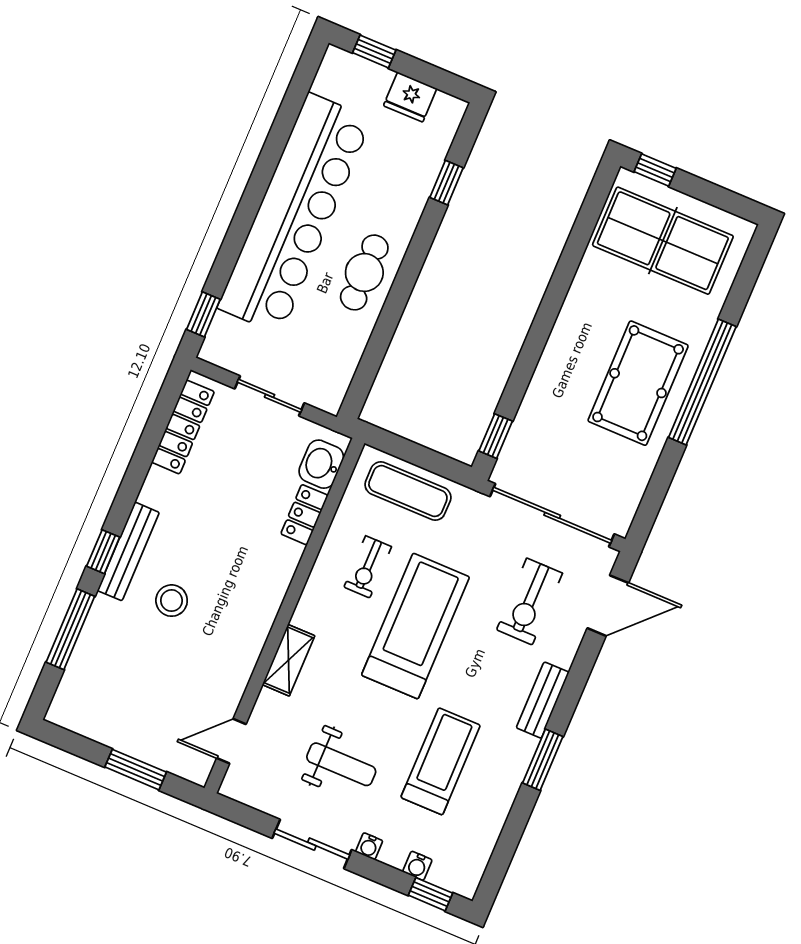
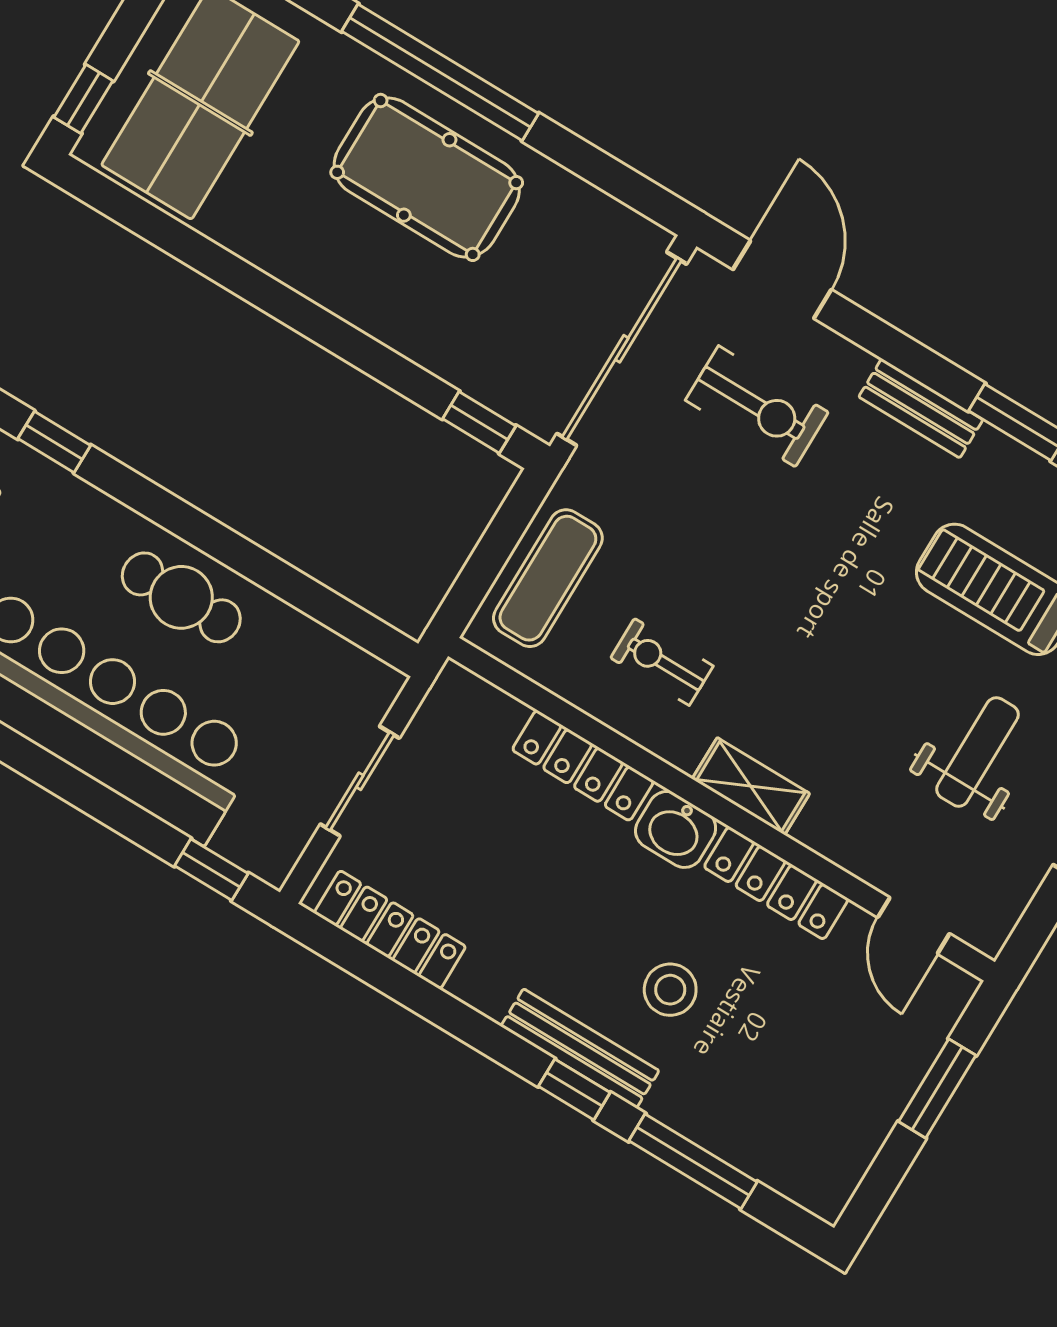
washbasin: (321, 464) -> (676, 829), moved
locker: (304, 515) -> (583, 765), width x1.53
exercise bike: (368, 567) -> (662, 662), turned 180
treadmill: (416, 626) -> (770, 598), removed
locker: (245, 655) -> (776, 883), added
shelving: (289, 660) -> (751, 786), moved

